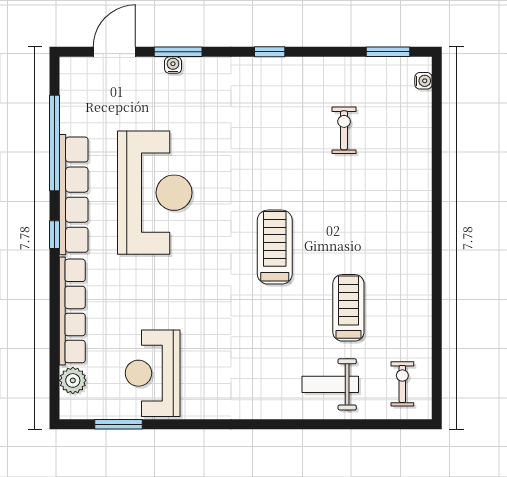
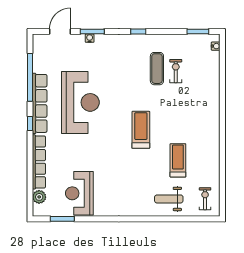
exercise mat: (307, 125) -> (157, 69), added

